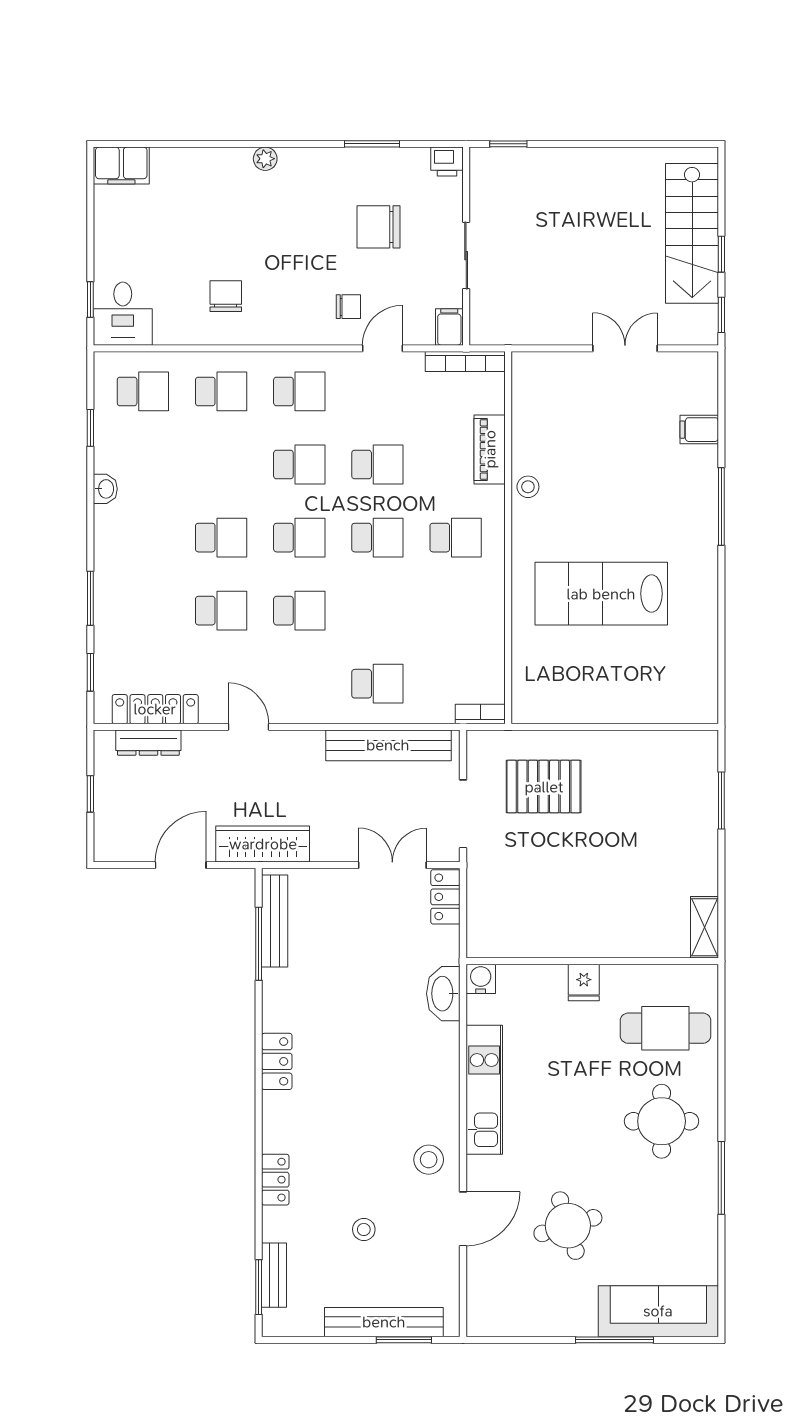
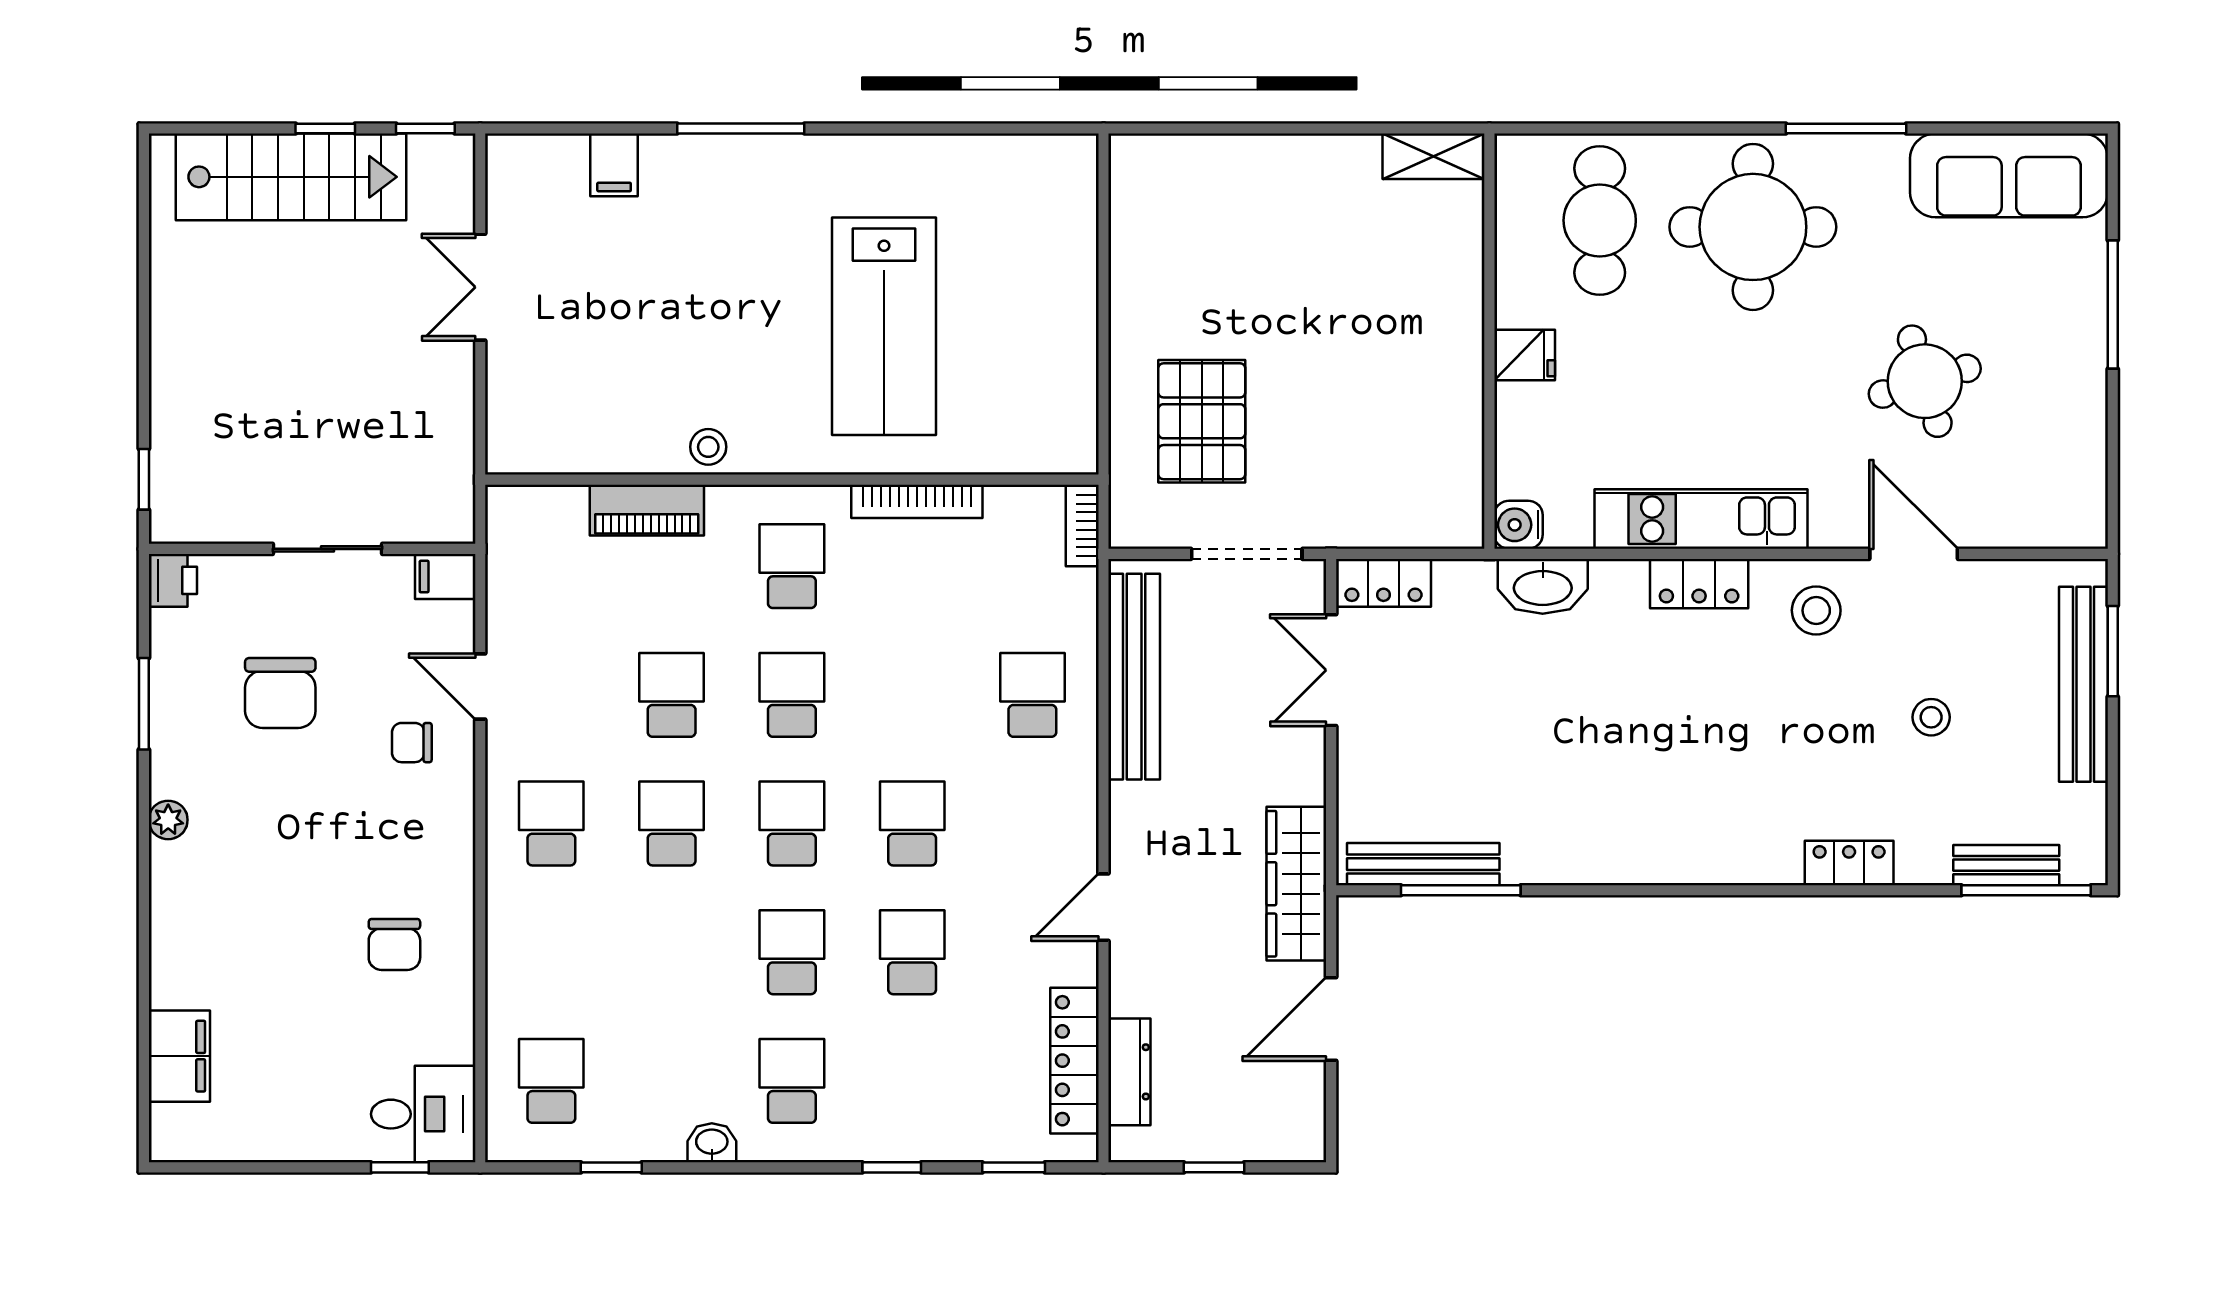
plant: (265, 159) -> (168, 820), moved
filing cabinet: (121, 166) -> (179, 1056), moved
chair: (226, 296) -> (394, 944), turned -90
chair: (348, 307) -> (412, 743), turned -90
bookcase: (465, 361) -> (917, 501), moved, turned 90
school desk: (221, 391) -> (792, 1081), moved
window: (90, 598) -> (892, 1167), width x0.67
window: (721, 801) -> (1225, 128), removed
door: (181, 865) -> (1331, 1019), hinge flipped
locker: (277, 1061) -> (1699, 584), moved, turned 180
round table: (662, 1121) -> (1753, 227), width x1.36, depth x1.36
window: (259, 1287) -> (2026, 890), width x1.44
sofa: (658, 1311) -> (2009, 175), moved, turned -90

